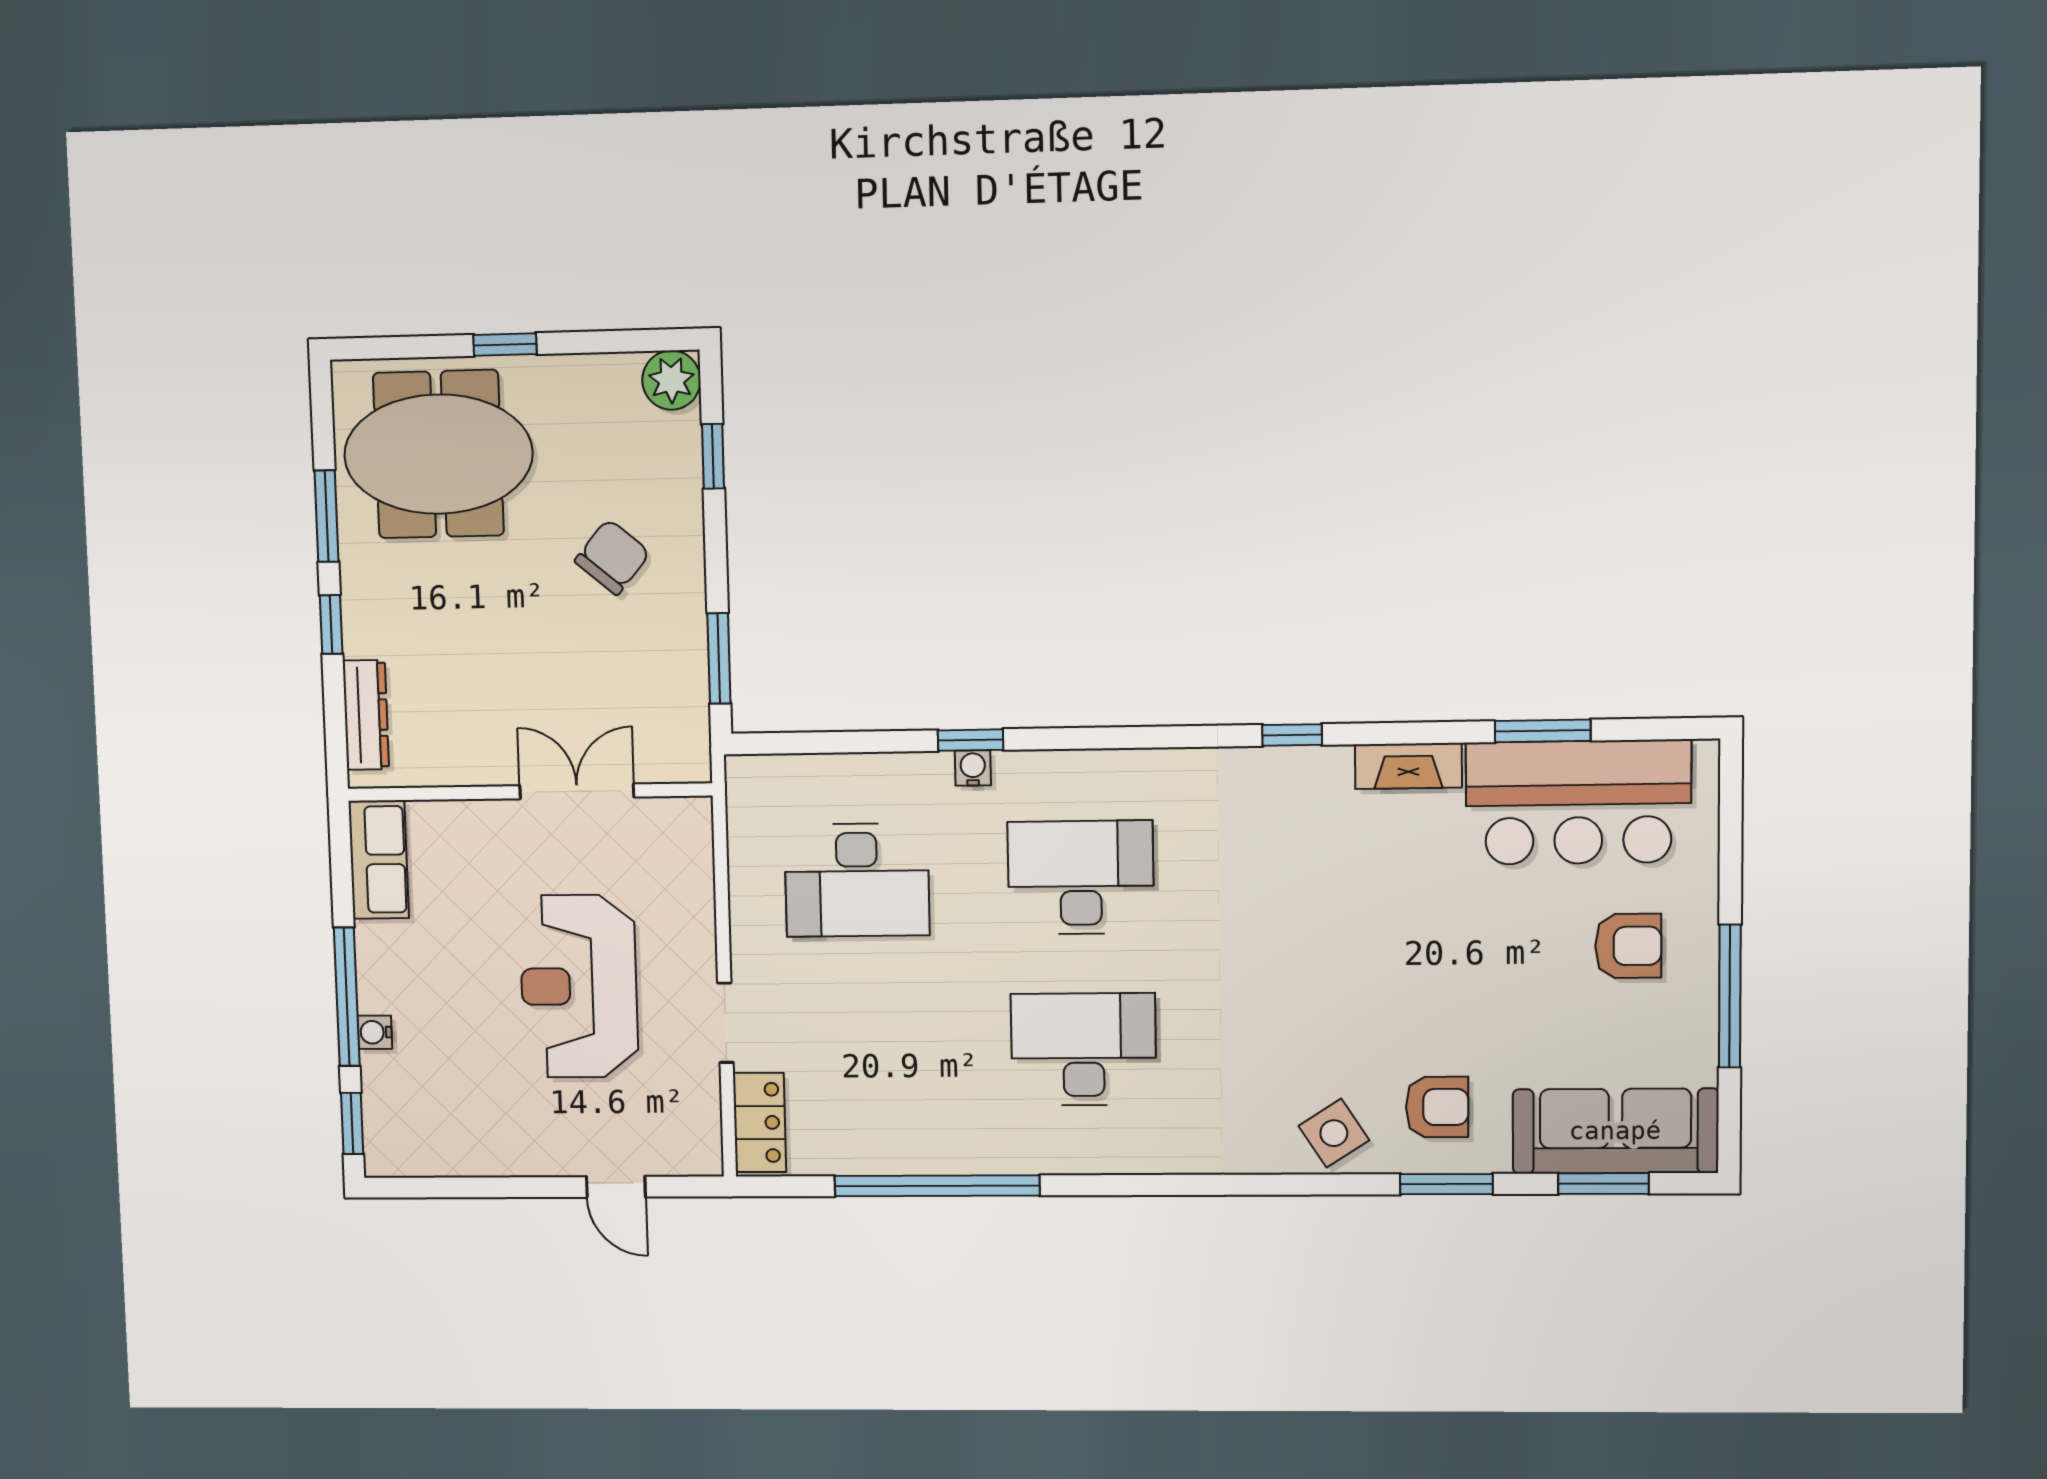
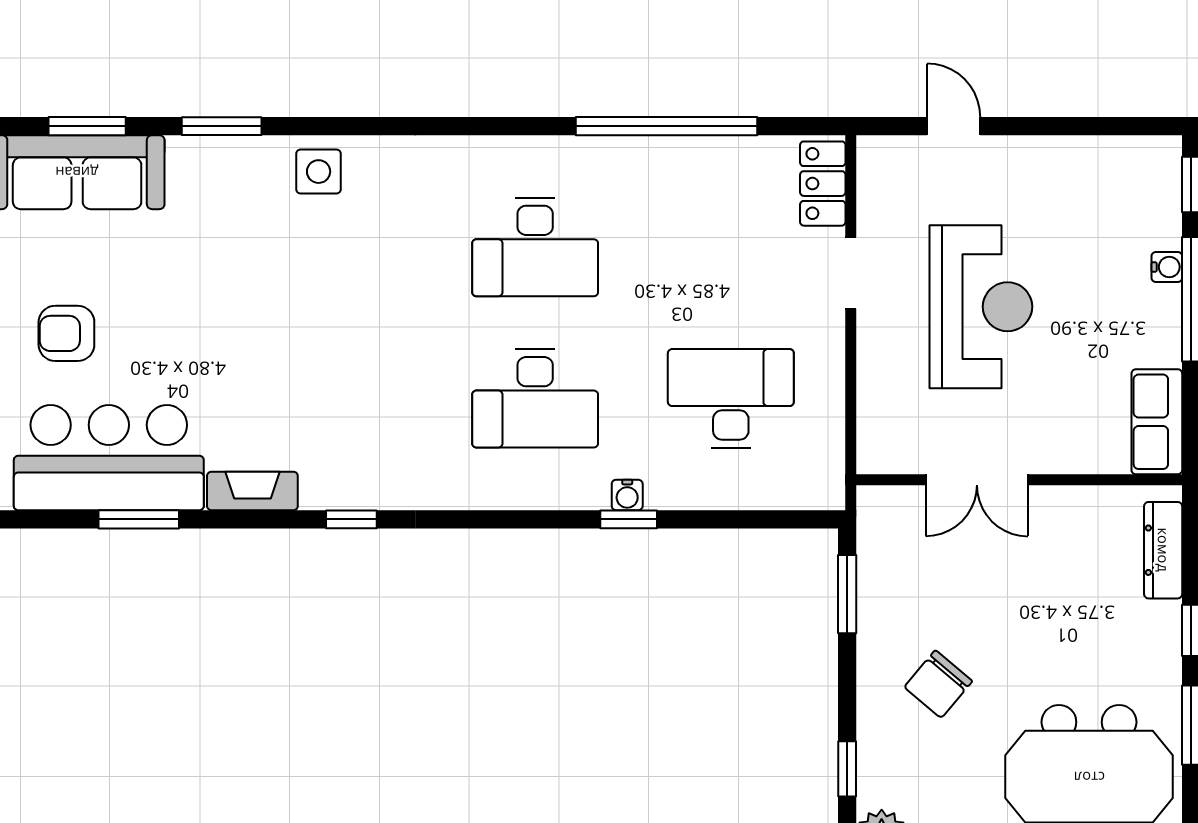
armchair: (1437, 1107) -> (229, 194), removed
side table: (1334, 1133) -> (319, 172), turned 33

